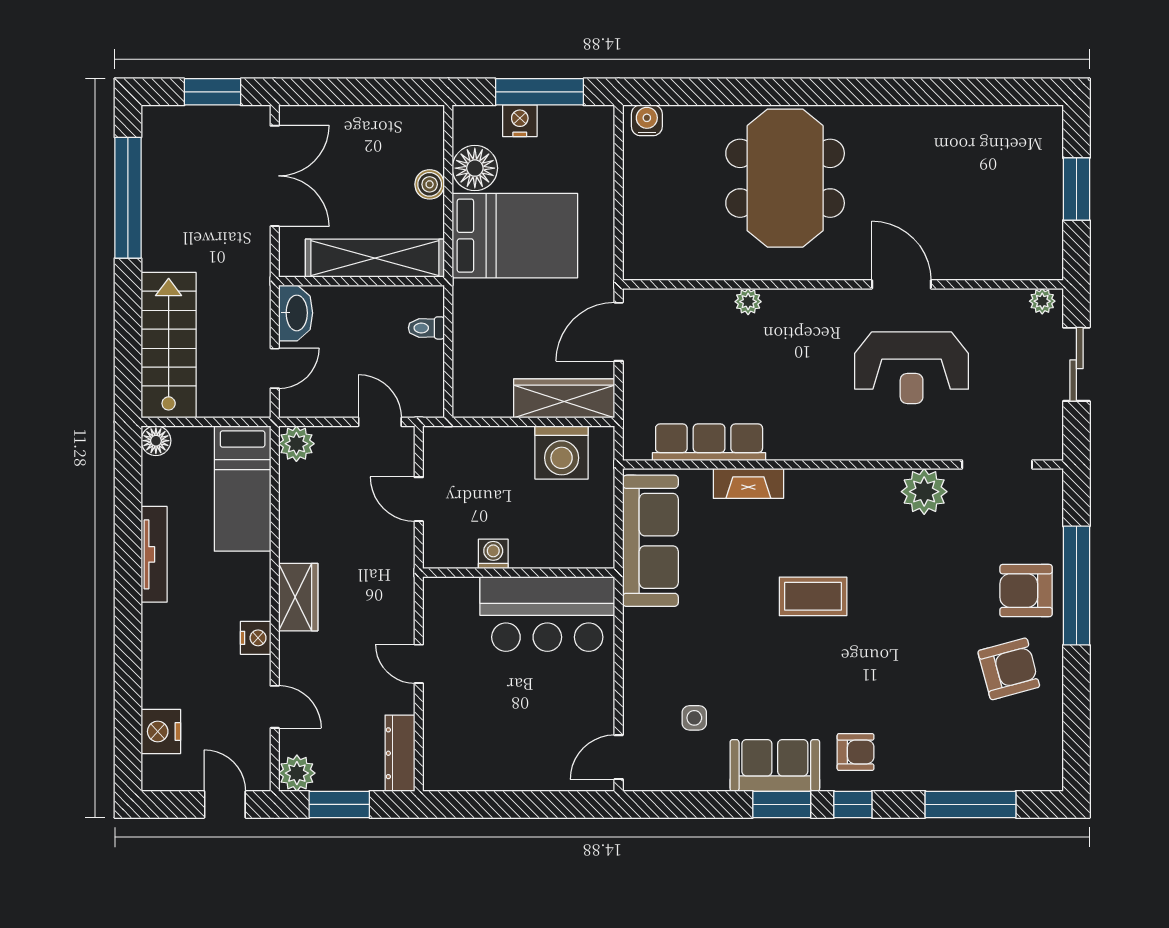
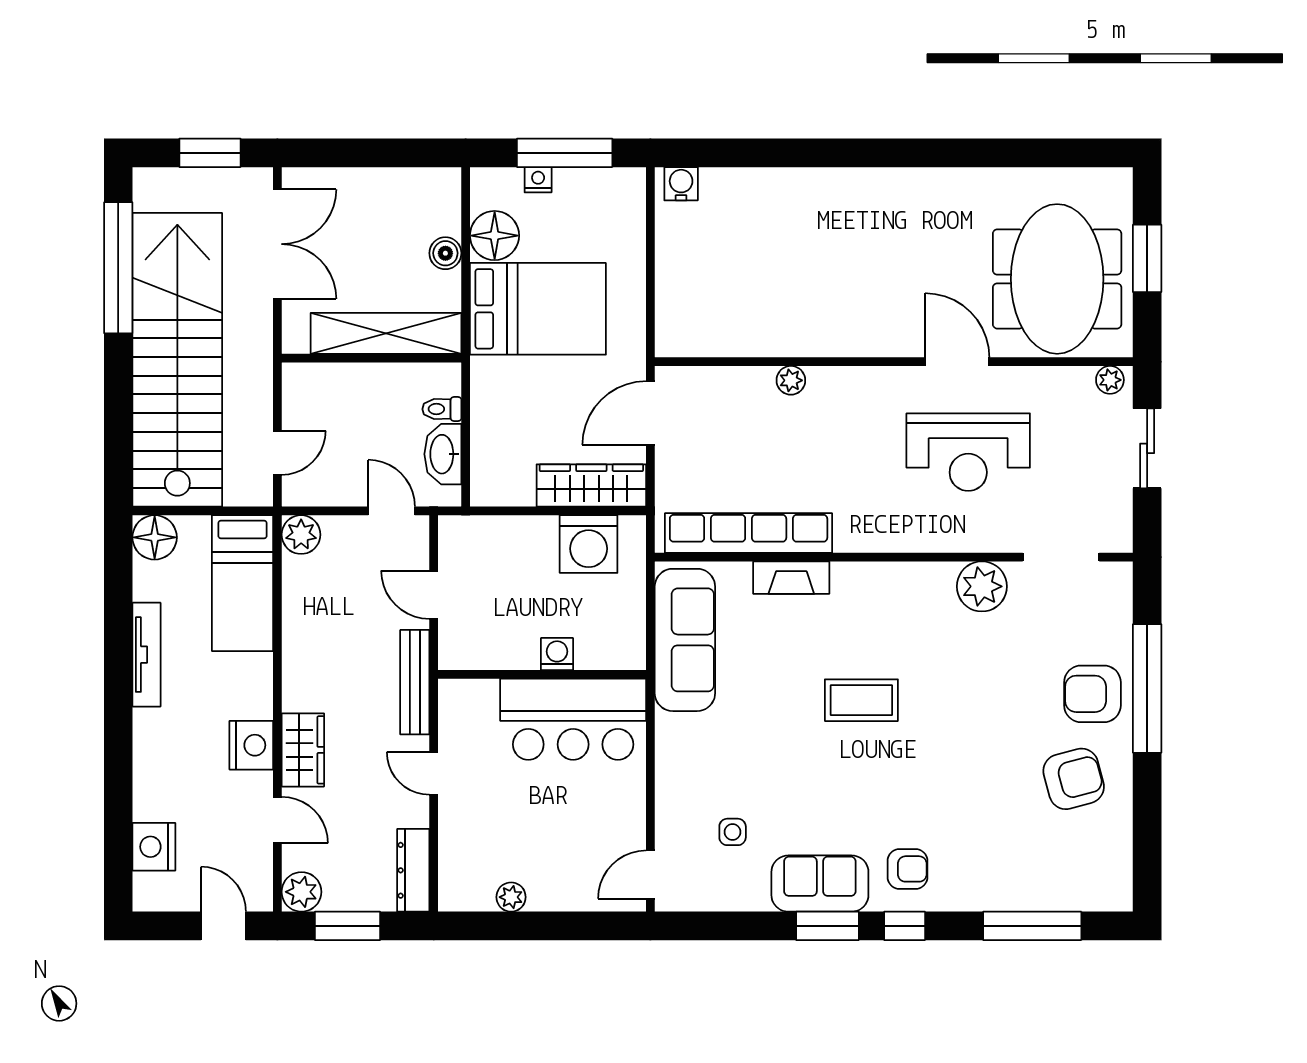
nightstand: (520, 121) -> (538, 180), width x0.72, depth x0.74
meeting table: (785, 178) -> (1057, 279), moved
washbasin: (296, 313) -> (443, 454), moved, turned 180
stairs: (169, 345) -> (177, 360), width x1.86, depth x1.51
floor lamp: (156, 441) -> (155, 537), width x1.38, depth x1.38
row of seats: (709, 442) -> (749, 533), width x1.36
washing machine: (493, 554) -> (557, 654), moved
bench: (401, 580) -> (415, 682), added
wardrobe: (298, 597) -> (303, 750), moved
nightstand: (256, 638) -> (251, 745), width x1.36, depth x1.33
plant: (490, 778) -> (511, 897), added

